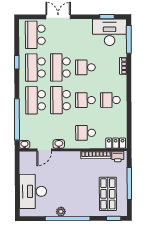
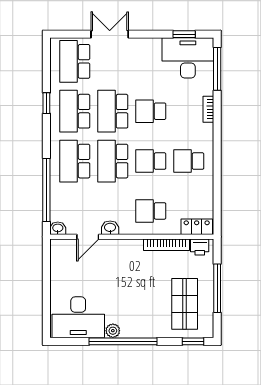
desk: (33, 191) -> (78, 317), moved, turned -90

